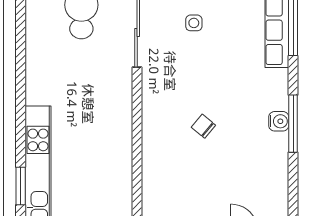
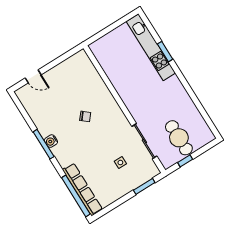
window: (21, 186) -> (165, 52), moved

